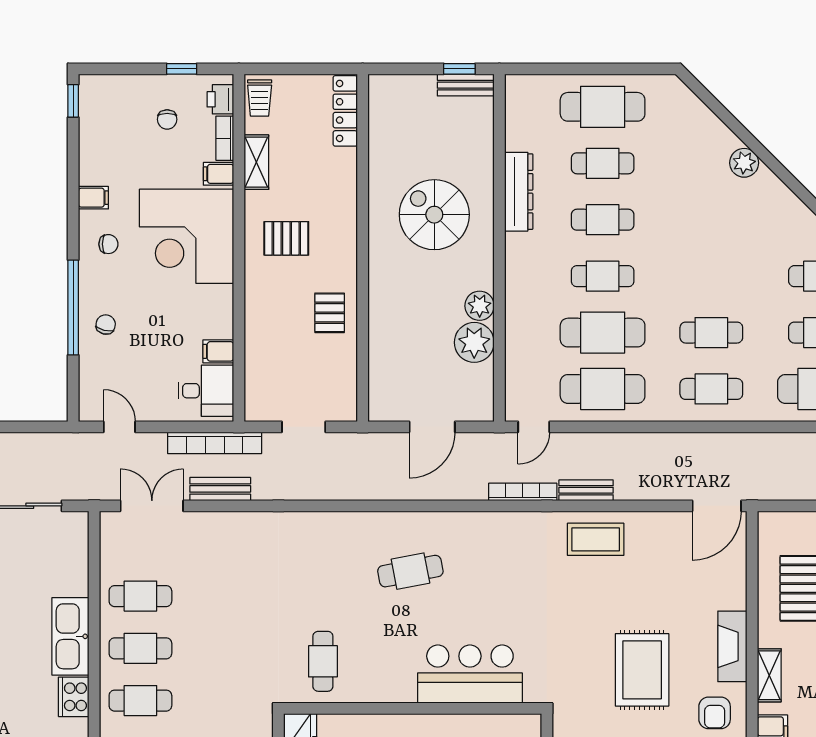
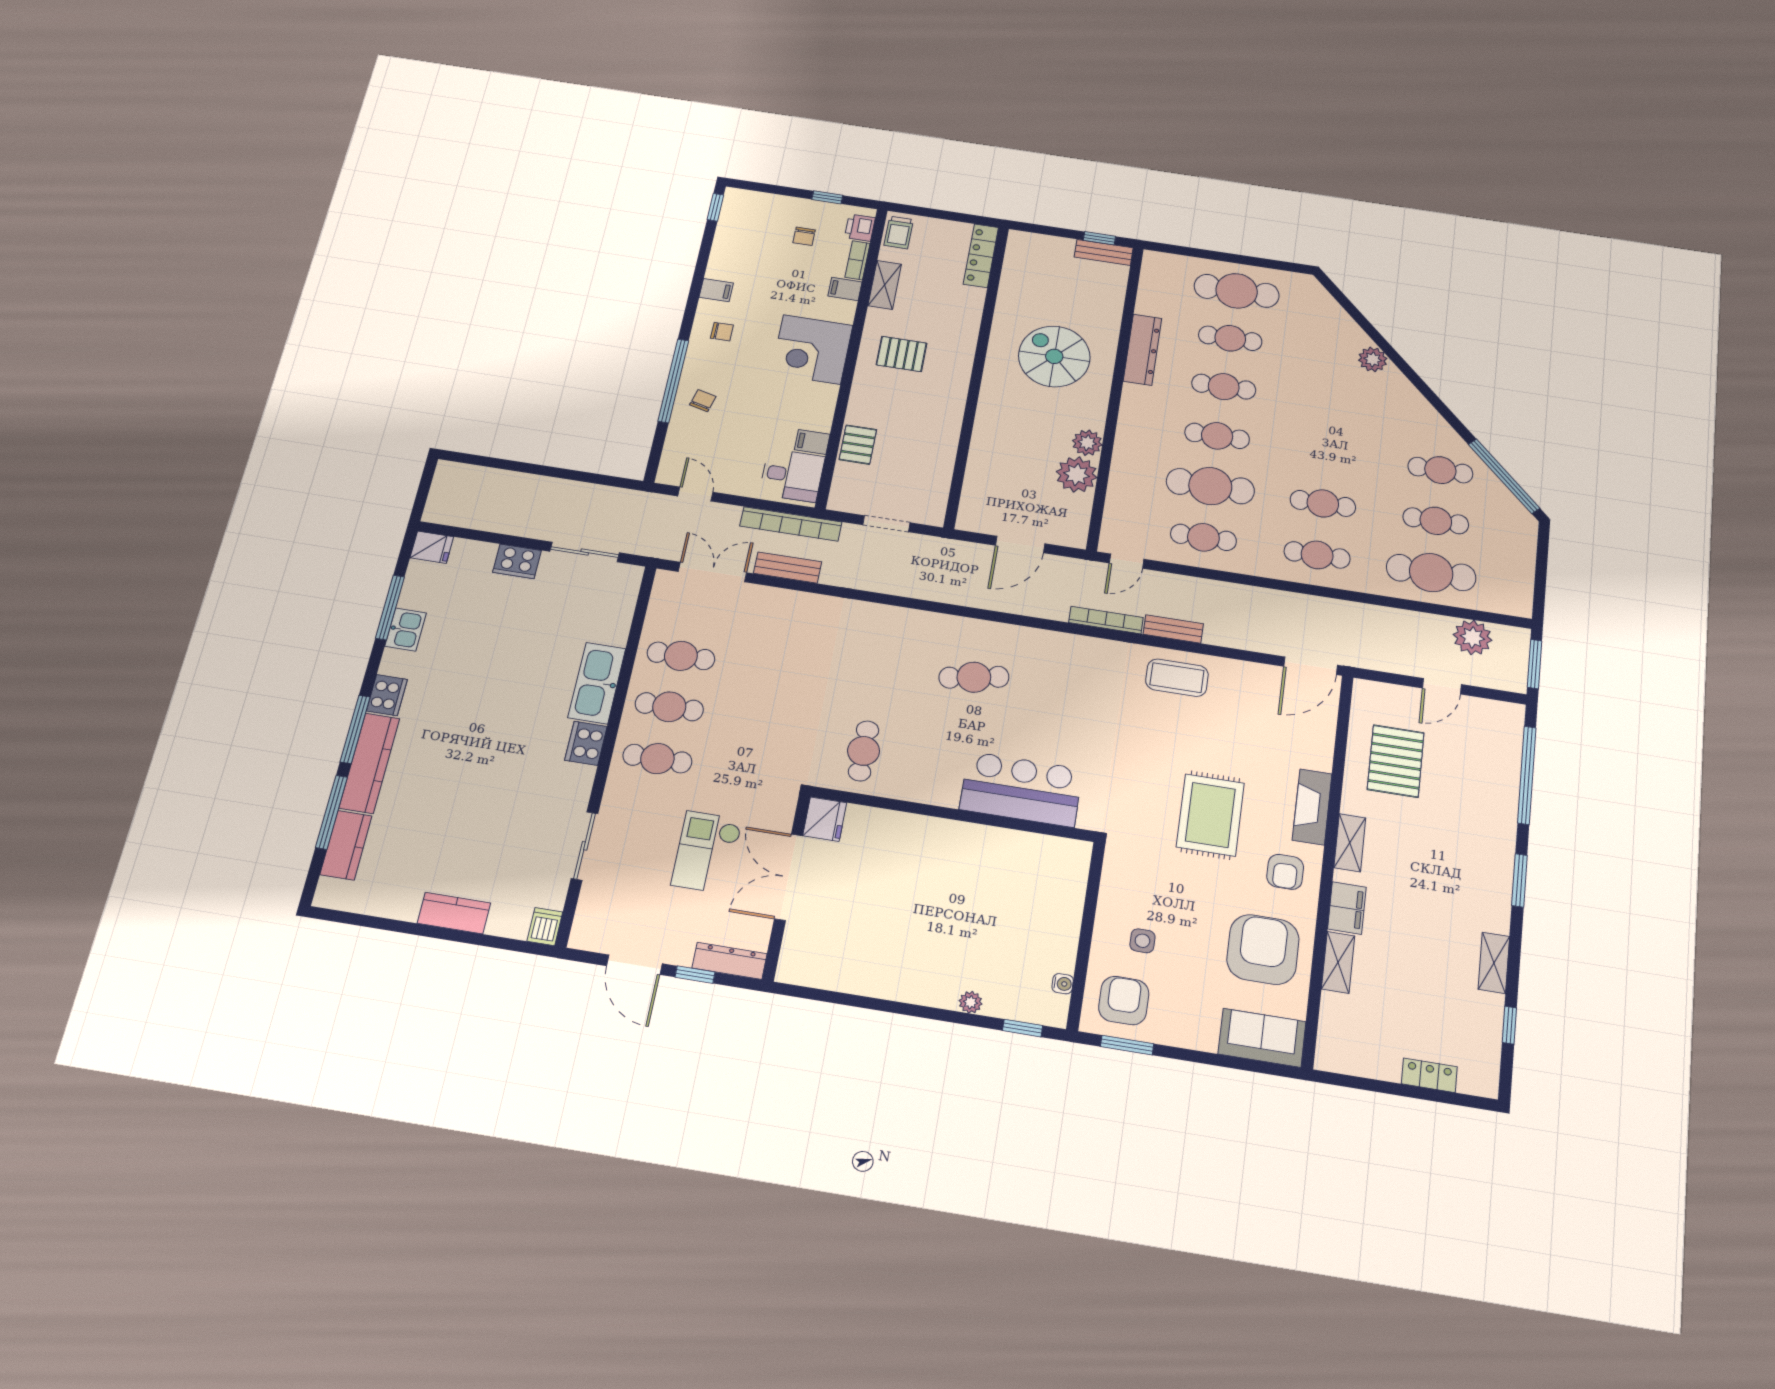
corner desk: (187, 236) -> (812, 350), width x0.74, depth x0.74
pallet: (330, 313) -> (858, 445), moved
cafe table: (603, 389) -> (1203, 537), width x0.73, depth x0.74

